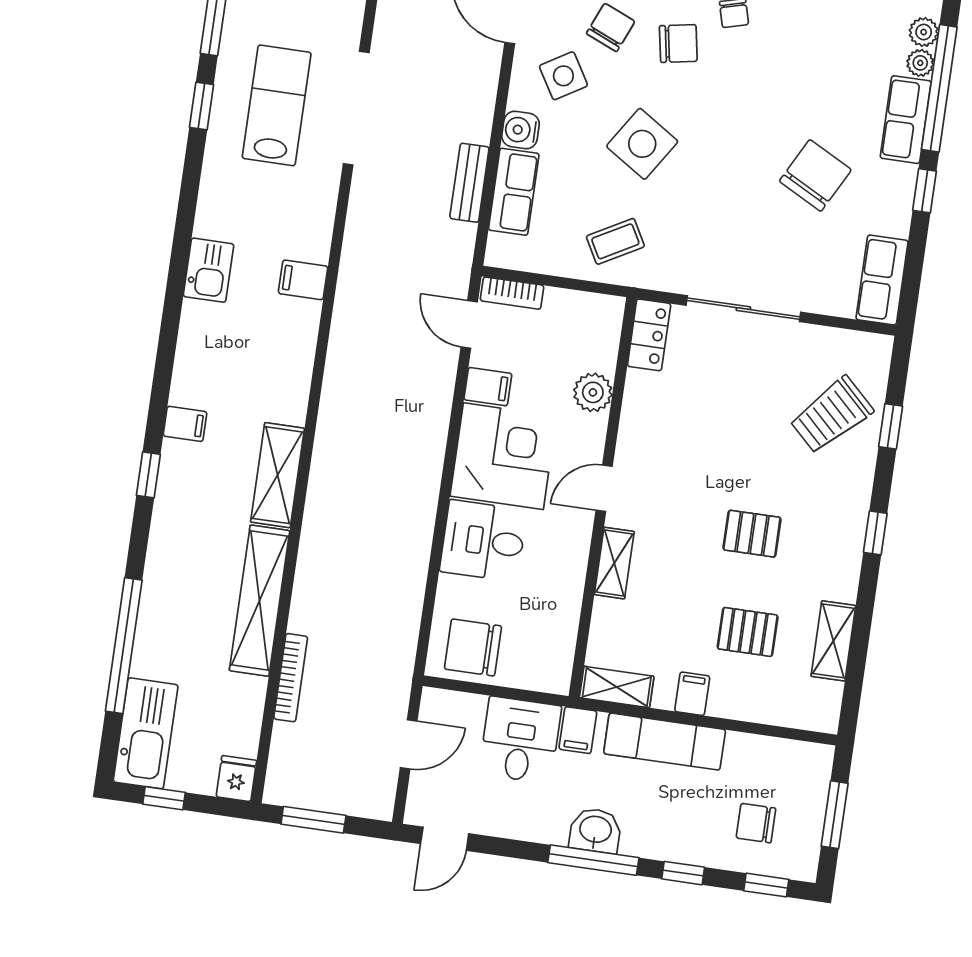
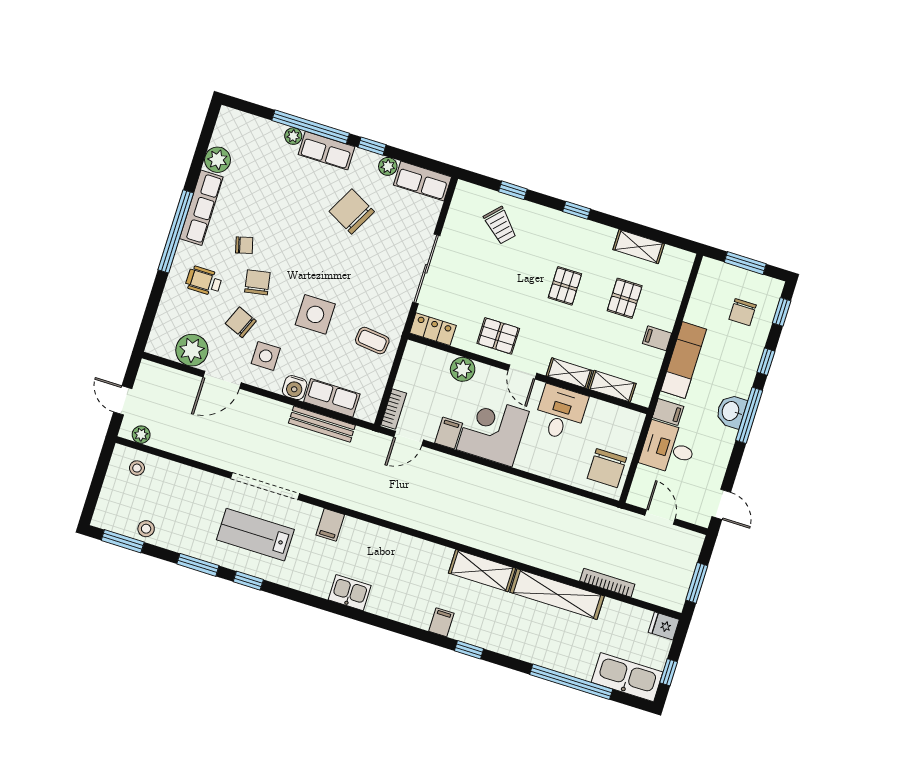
plant: (924, 32) -> (388, 166), moved
side table: (563, 76) -> (266, 356), turned 31
side table: (642, 144) -> (315, 314), turned -33
bench: (469, 183) -> (322, 424), width x1.36
coffee table: (615, 241) -> (372, 341), turned -55
filing cabinet: (303, 280) -> (330, 525), moved
trolley: (831, 415) -> (500, 225), width x0.73, depth x0.72
pallet: (655, 440) -> (498, 336), added
desk: (483, 541) -> (560, 413), moved, turned 180
shelving: (617, 687) -> (612, 386), moved, turned 90

